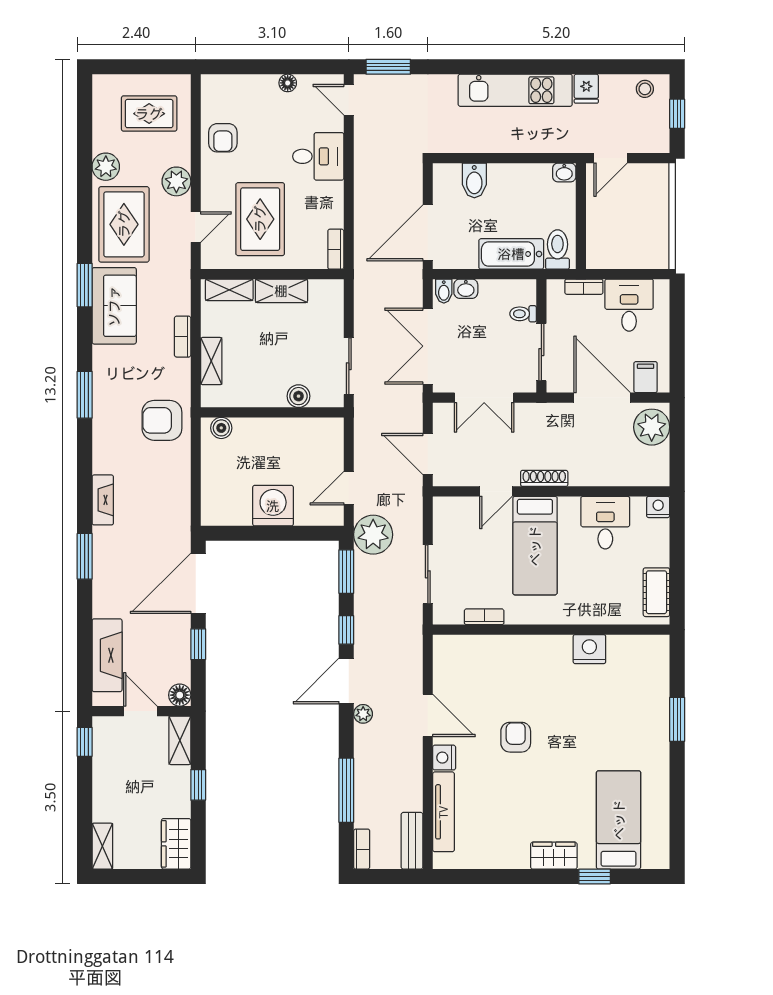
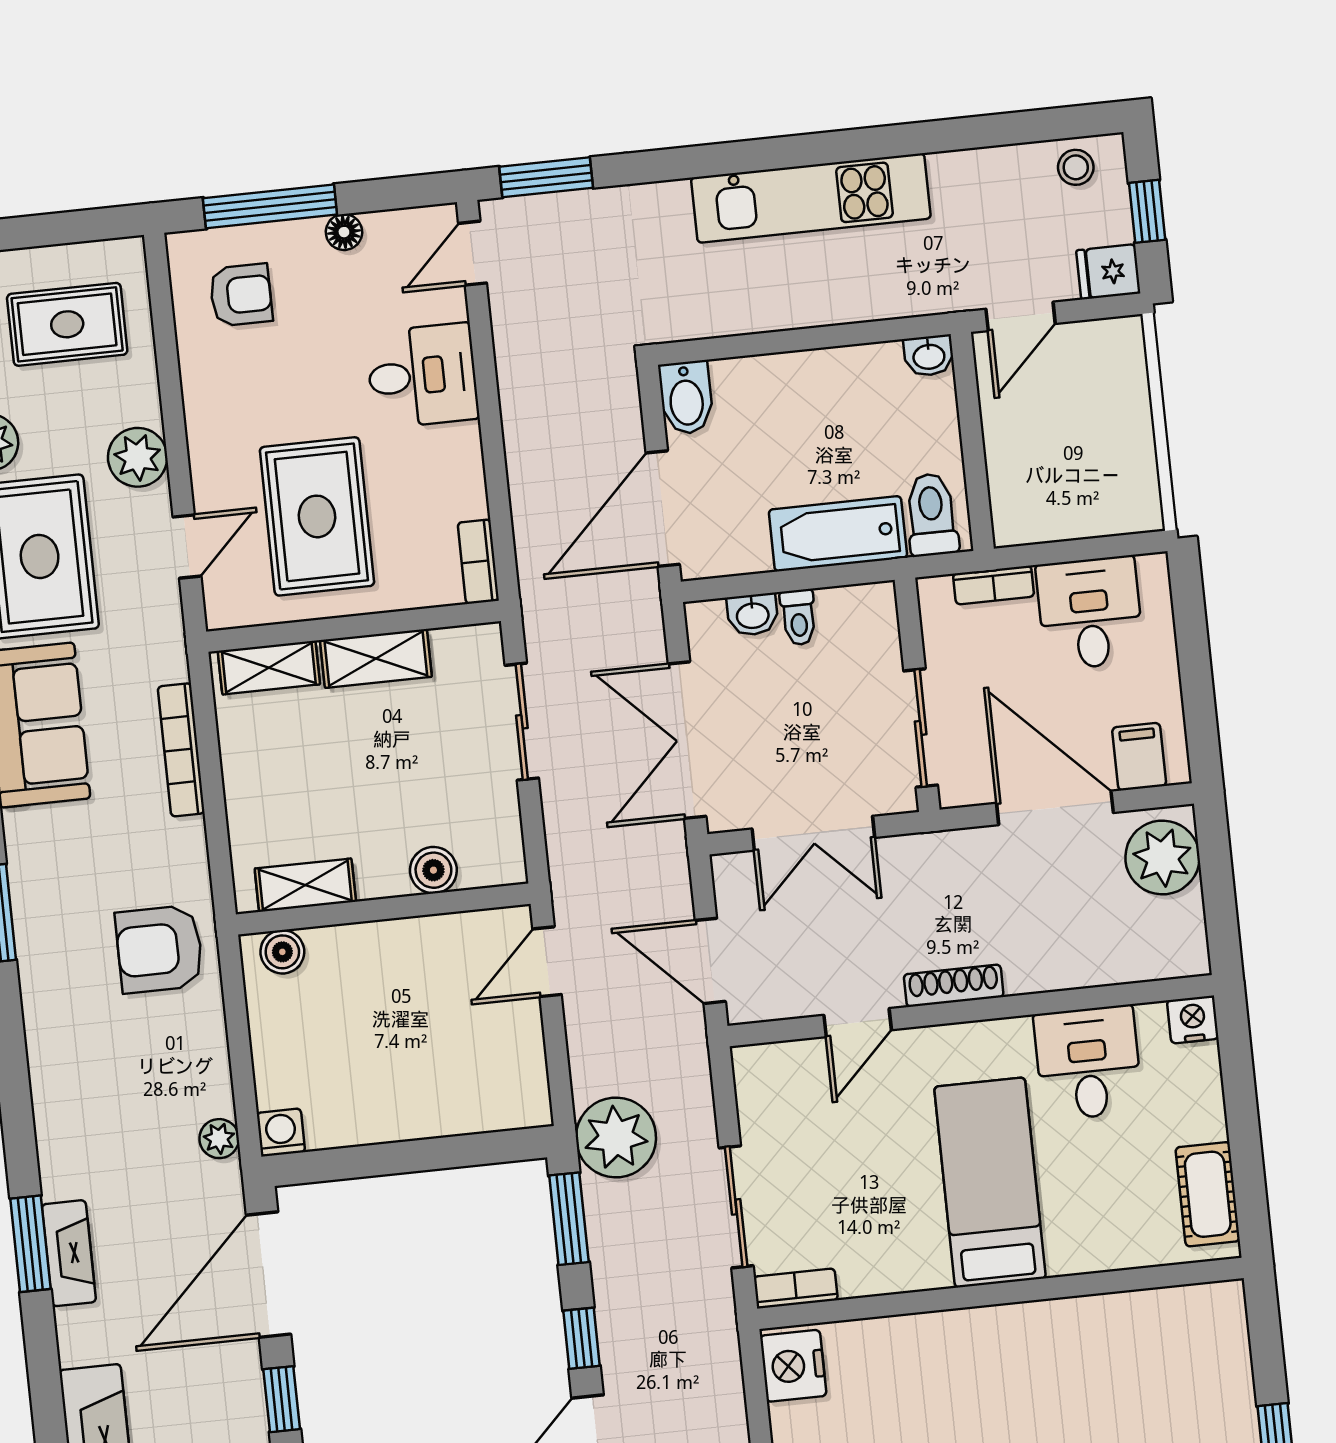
window: (253, 67) -> (270, 206), added
fridge: (586, 89) -> (1108, 272), moved, turned 90
door: (349, 100) -> (473, 253), hinge flipped
armchair: (223, 138) -> (241, 295), moved, turned -90
bidet: (474, 180) -> (686, 398), moved
bidet: (444, 291) -> (708, 624), removed
toilet: (523, 314) -> (799, 617), moved, turned -90
bookcase: (183, 337) -> (181, 750), width x1.56
shelving: (211, 361) -> (305, 885), moved, turned 90
sliding door: (349, 366) -> (522, 722), moved
door: (349, 488) -> (547, 962), moved
fireplace: (103, 500) -> (69, 1253), moved
washing machine: (273, 506) -> (281, 1132), moved, width x0.53, depth x0.53
plant: (181, 515) -> (219, 1139), added
bed: (535, 546) -> (990, 1183), moved, turned 180
bookcase: (484, 617) -> (796, 1288), moved
nightstand: (589, 649) -> (793, 1366), moved, turned -90

